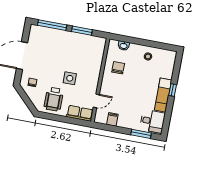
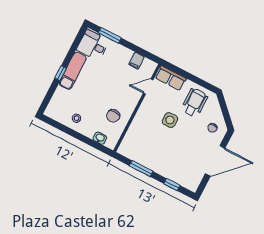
window: (52, 25) -> (172, 185), width x0.46

